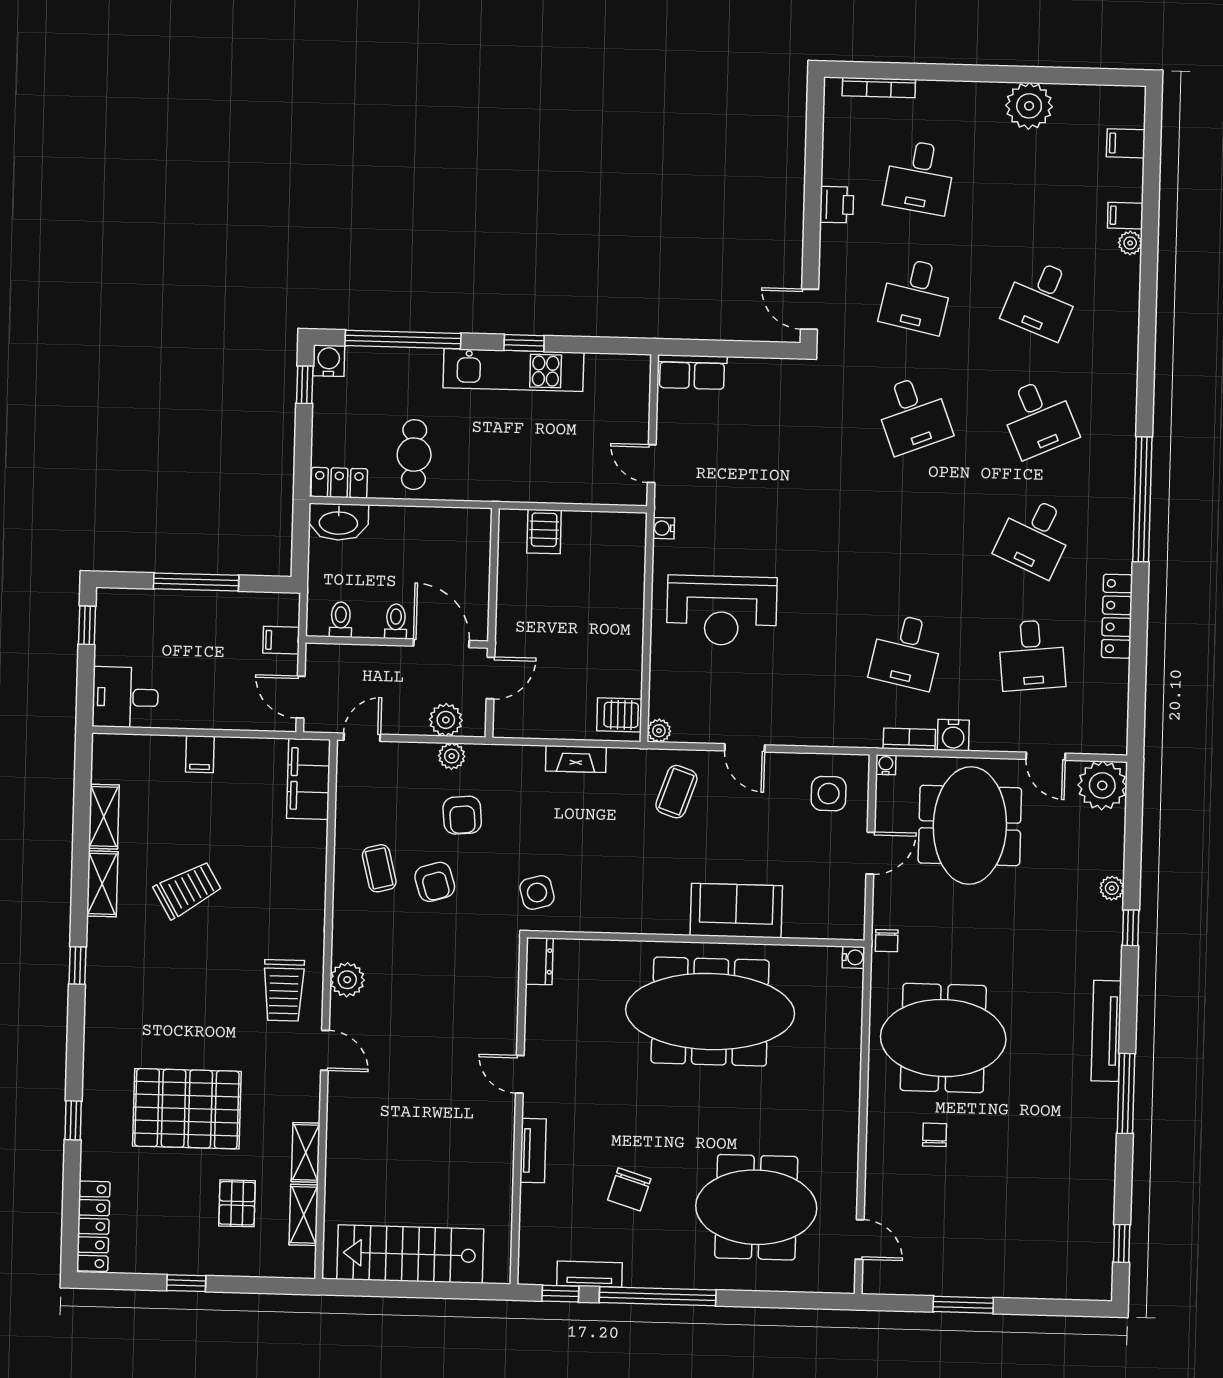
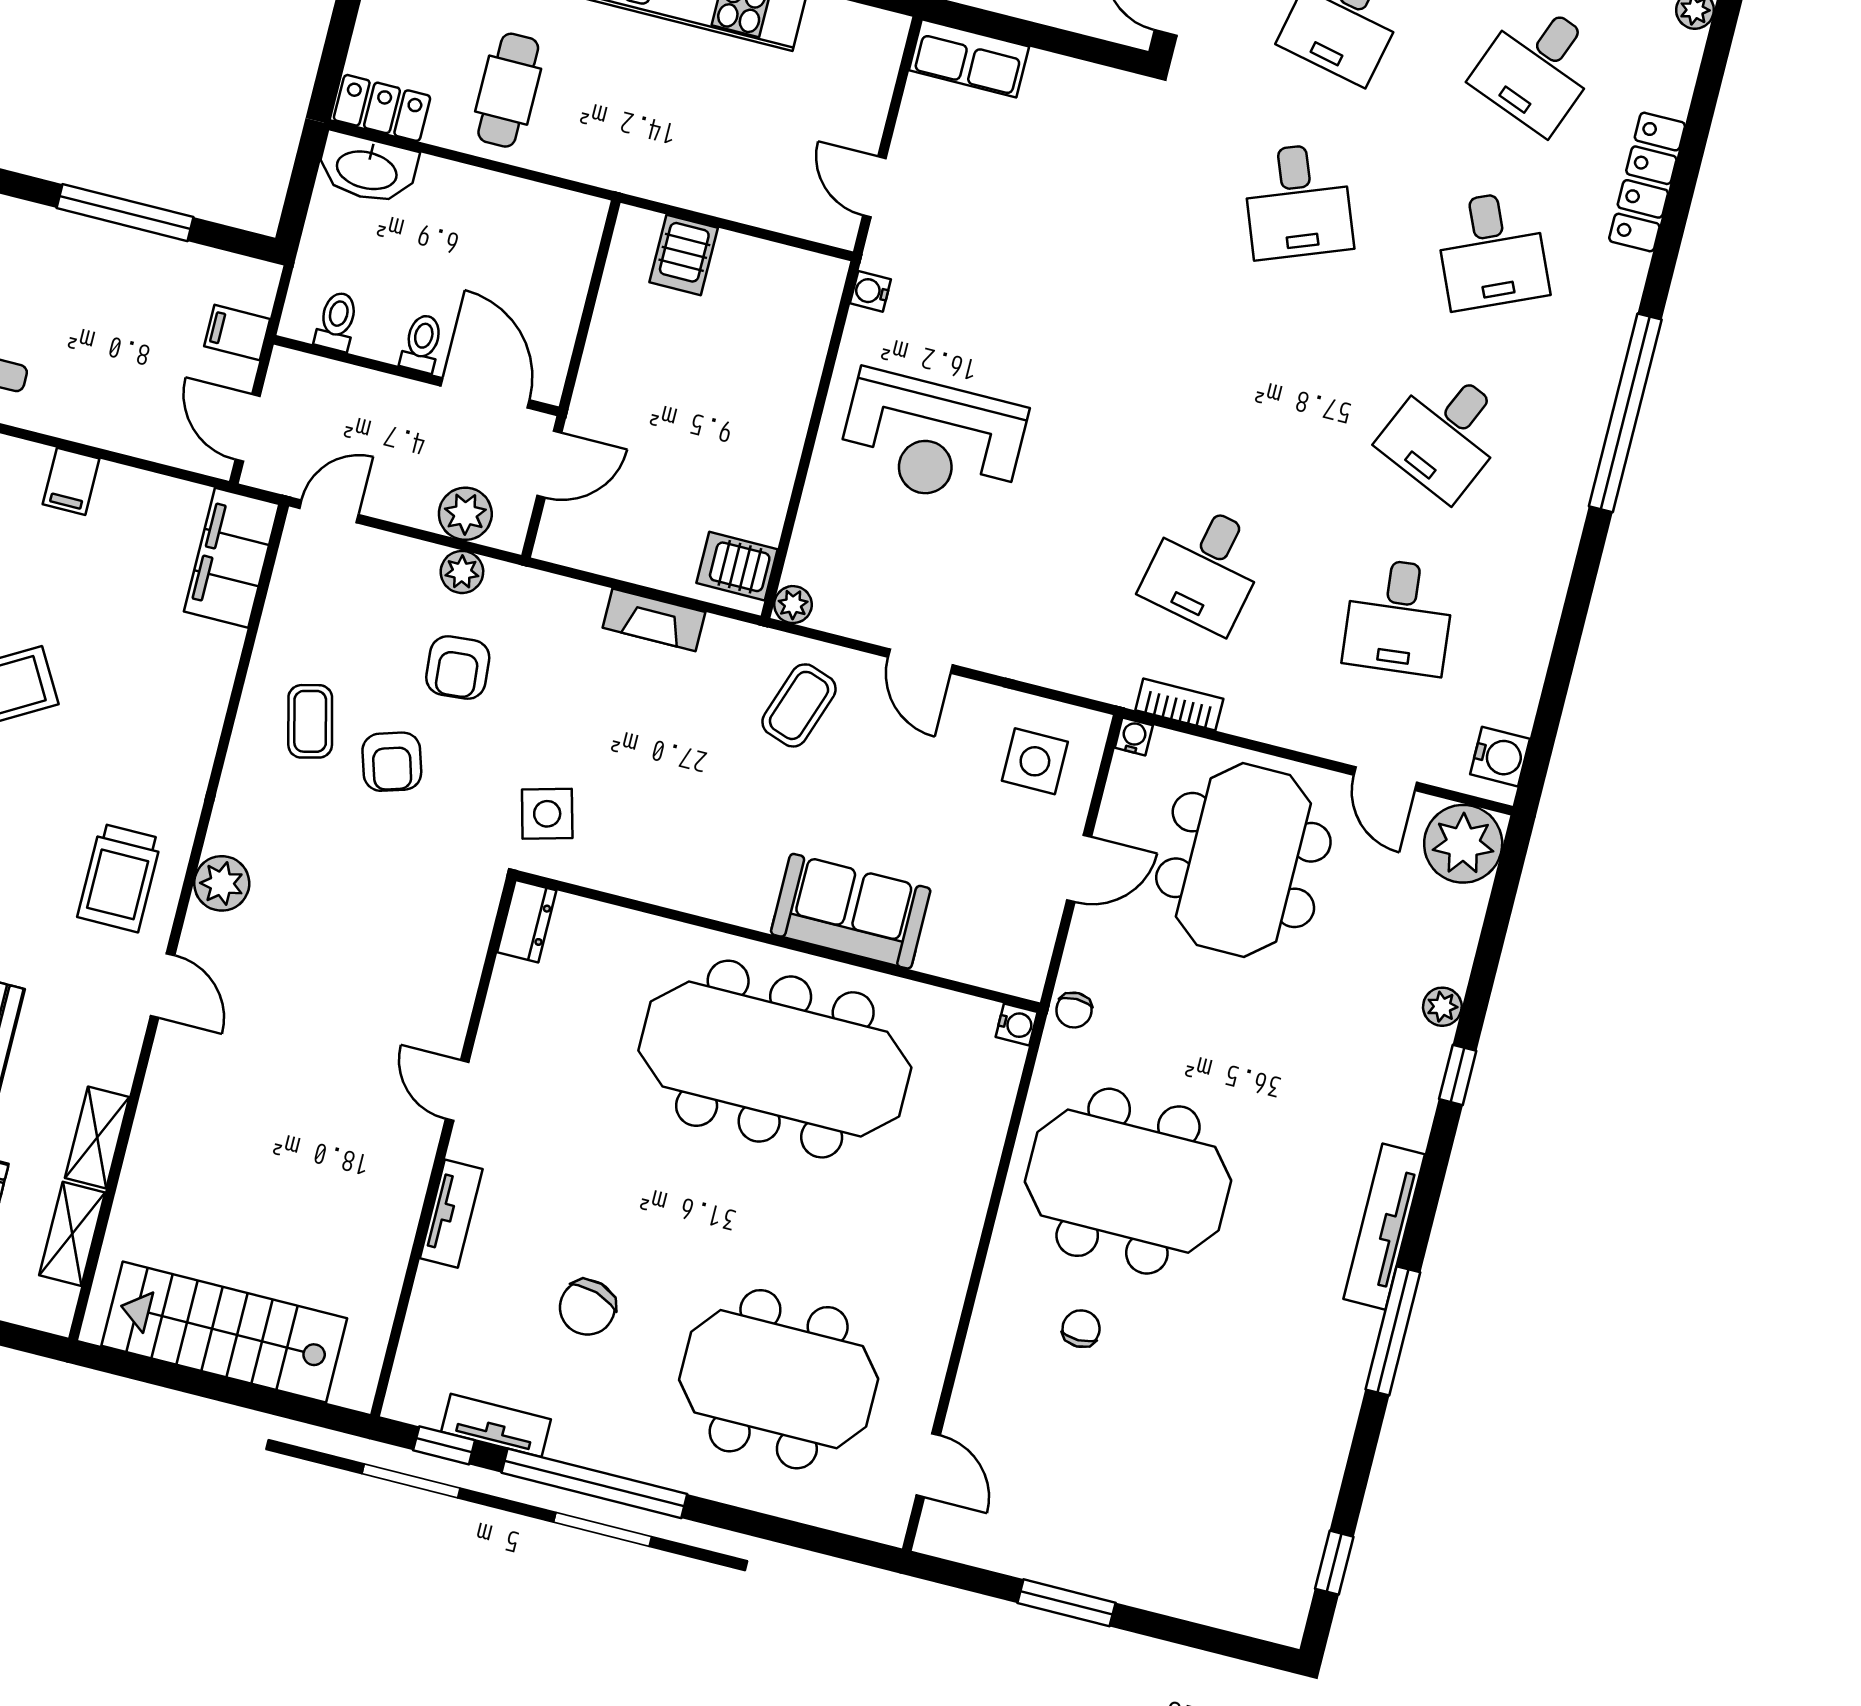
locker: (1117, 616) -> (1647, 182), moved
water cooler: (953, 735) -> (1500, 757), moved, turned -90

